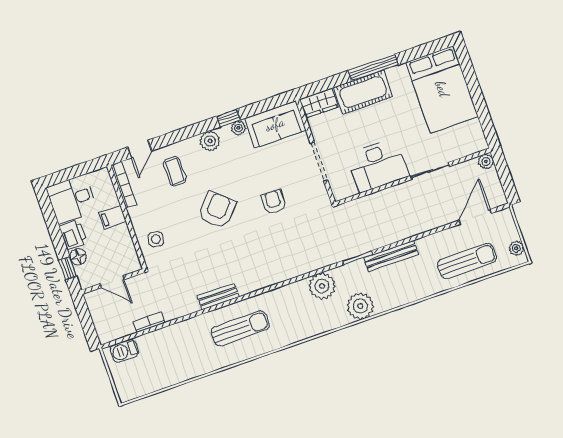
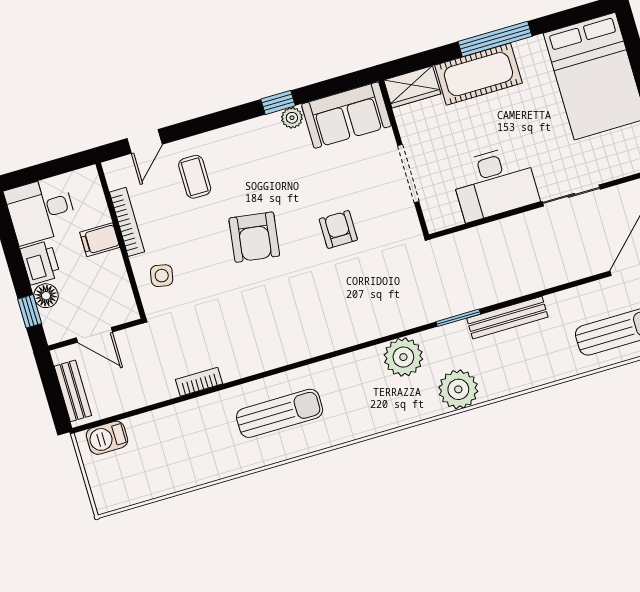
plant: (210, 141) -> (249, 135), removed
bookcase: (124, 185) -> (127, 222), moved
armchair: (217, 210) -> (254, 237), turned 147
bench: (218, 296) -> (73, 391), moved, turned 90
bookcase: (149, 322) -> (199, 382), moved

